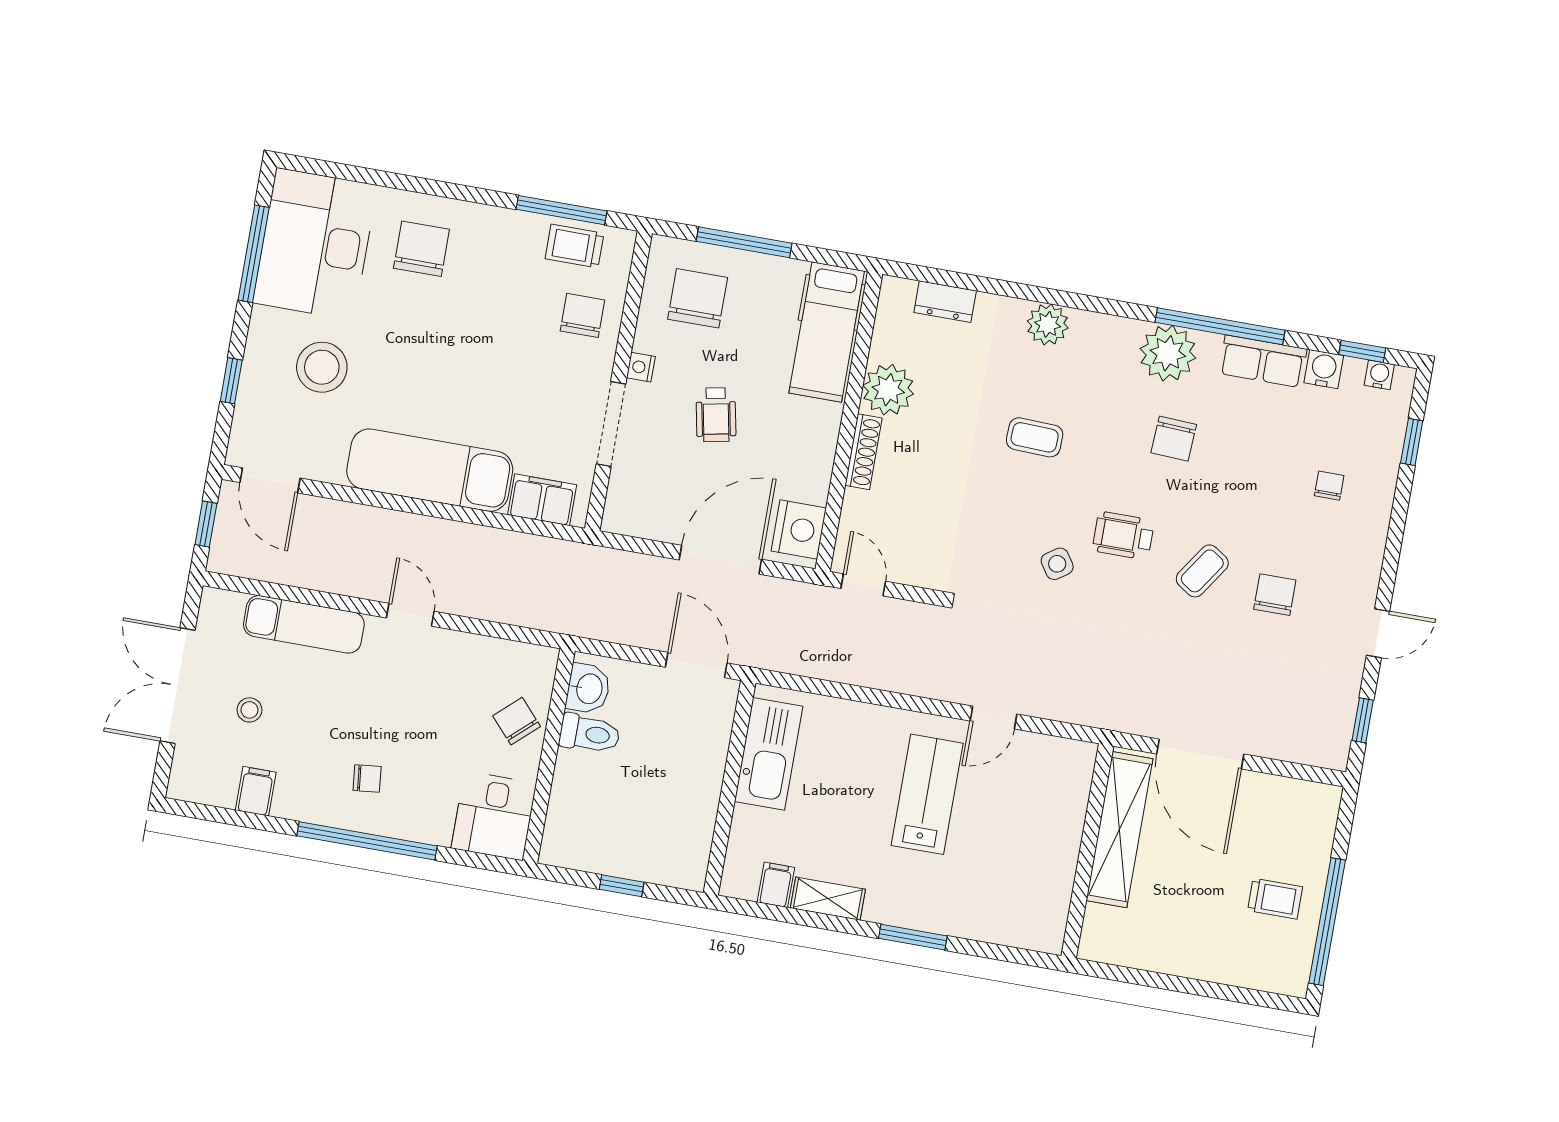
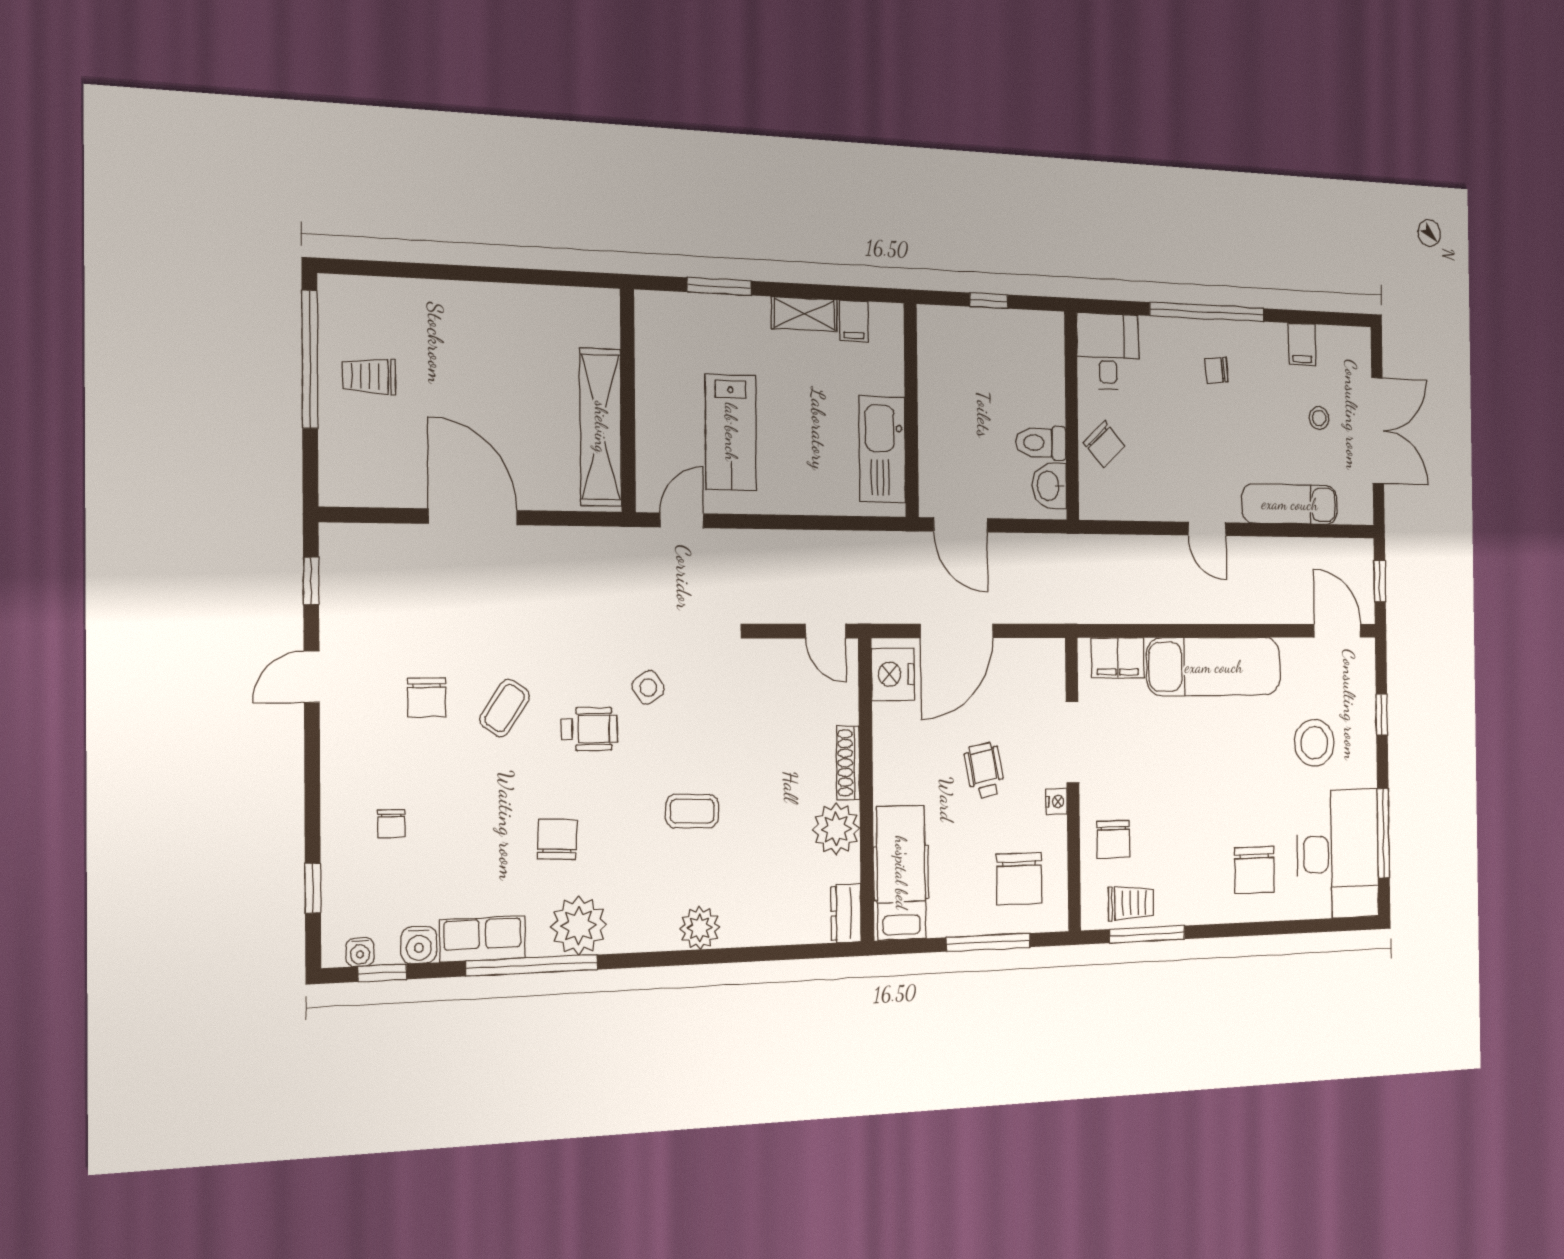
dresser: (945, 302) -> (846, 913), moved, turned -90
shelving: (1119, 830) -> (601, 427), moved
wall: (1087, 851) -> (628, 400), moved

